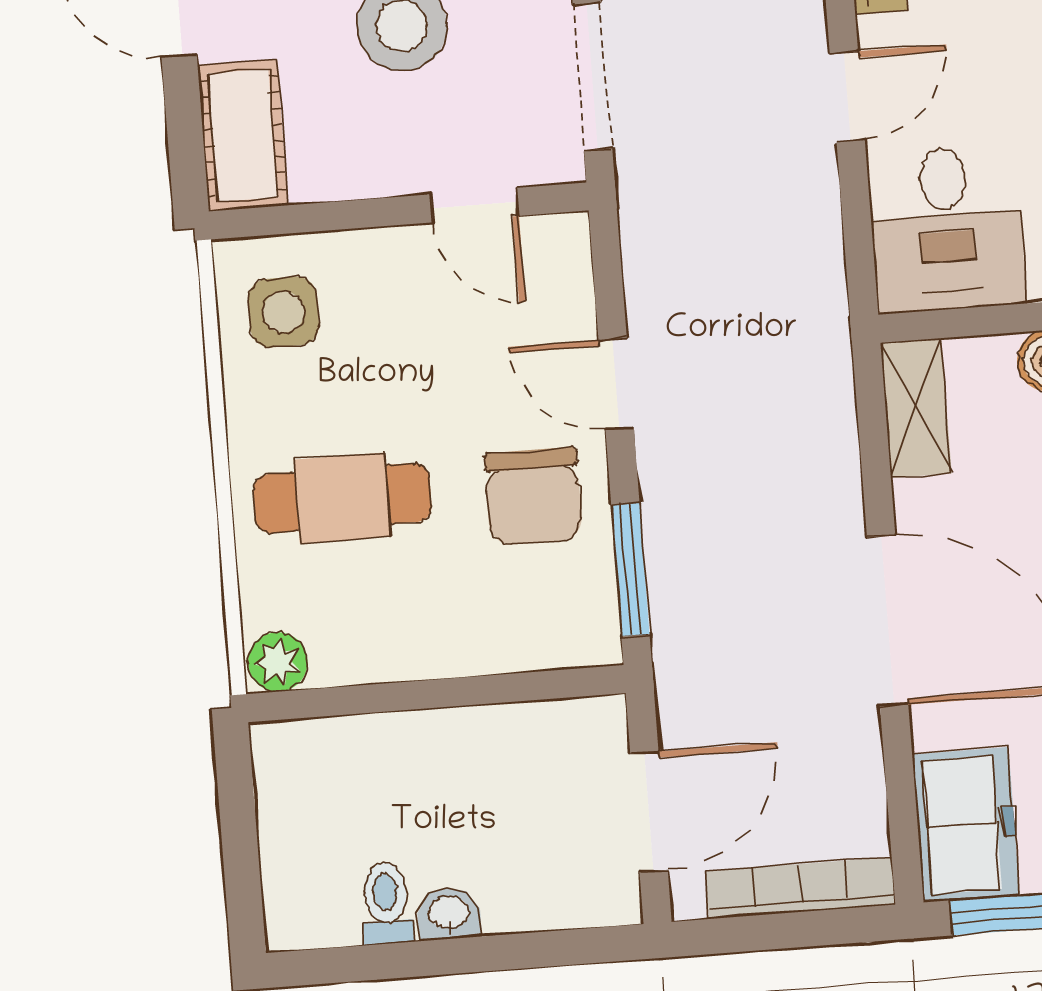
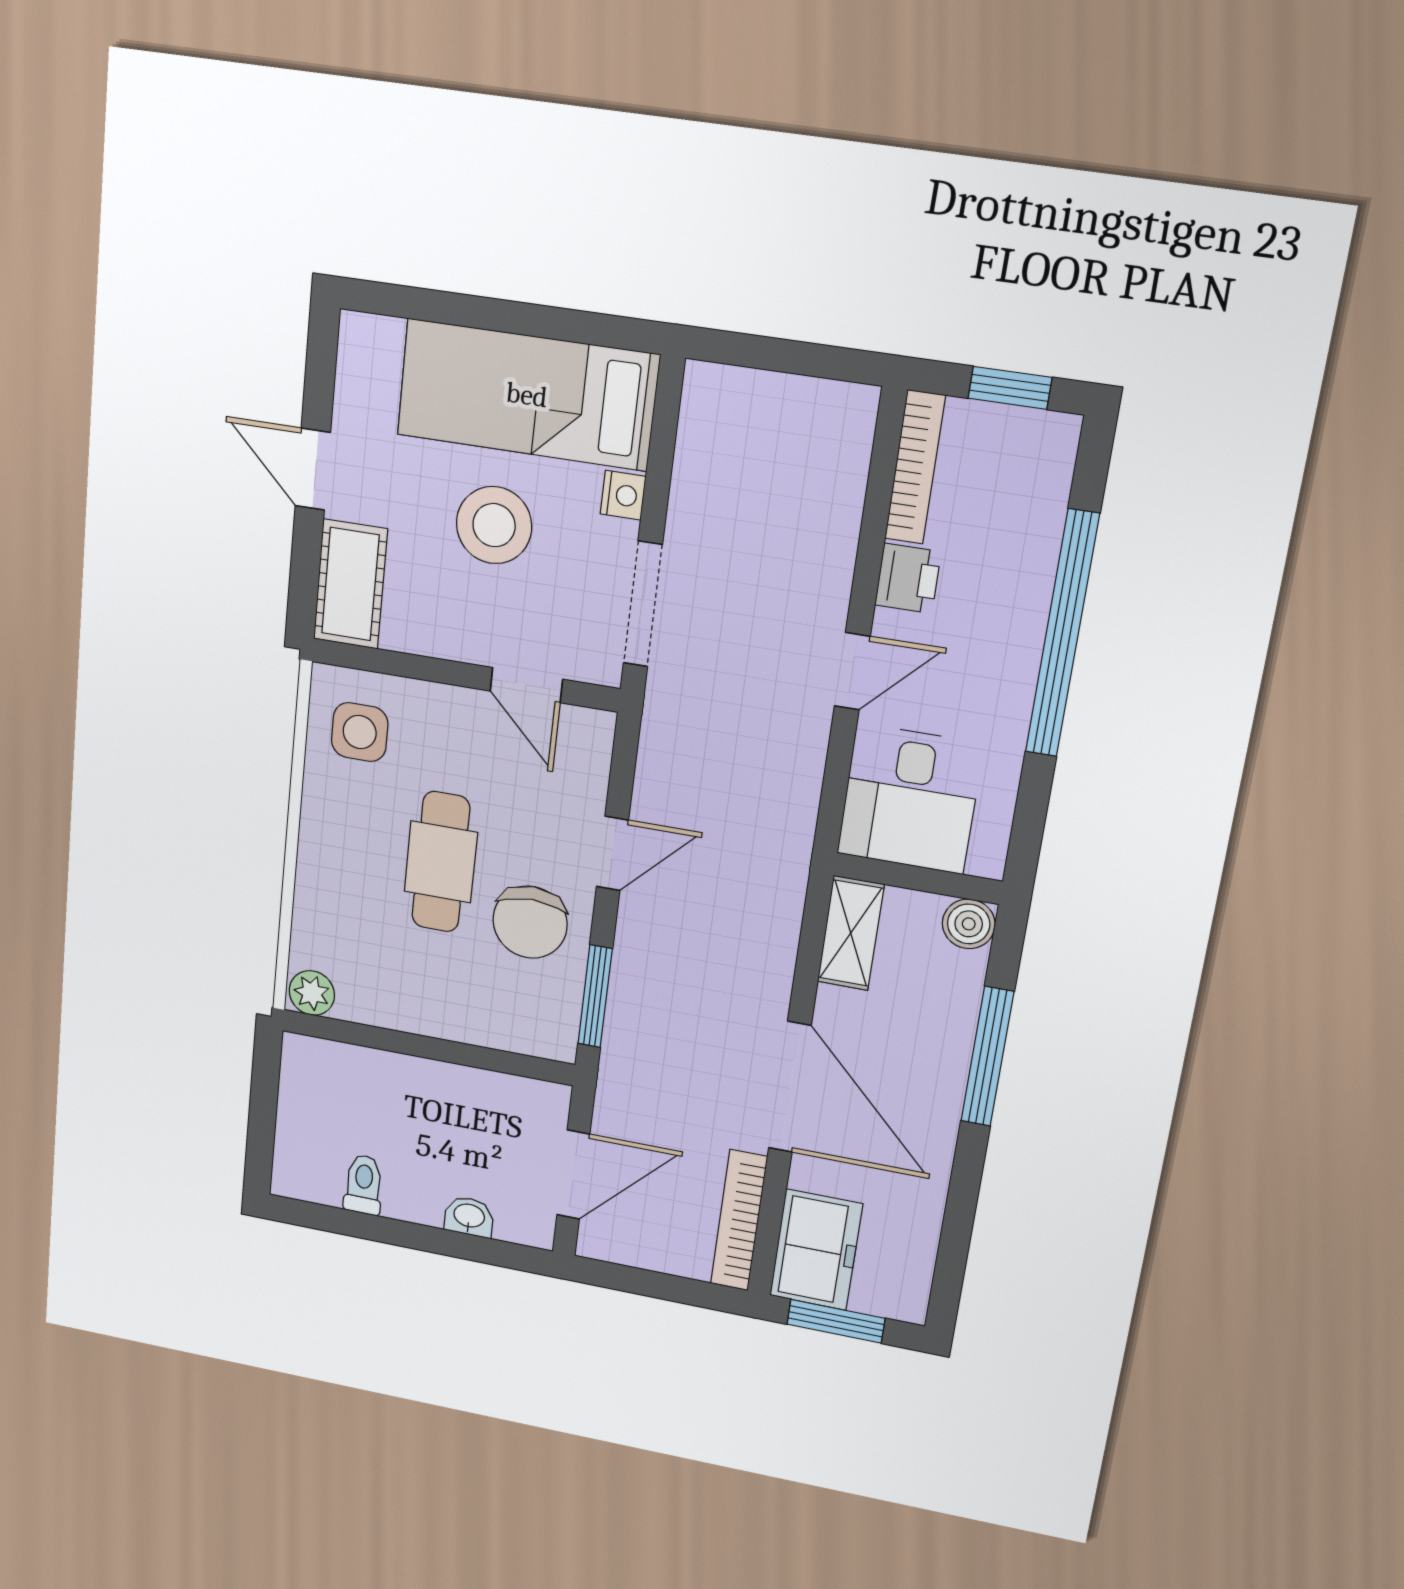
door: (616, 384) -> (612, 853), swing flipped
cafe table: (342, 498) -> (441, 862), moved, turned 90
bookcase: (800, 888) -> (739, 1220), moved, turned -90
washbasin: (449, 914) -> (469, 1217), moved

